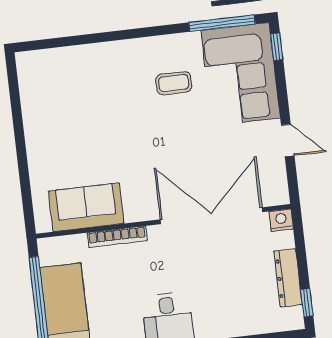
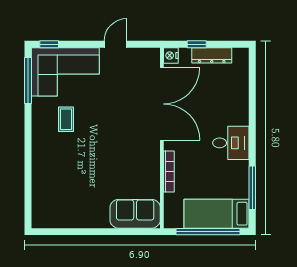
sofa: (86, 207) -> (135, 214), moved, turned 90
double door: (211, 216) -> (162, 104), swing flipped
window: (307, 303) -> (197, 44), moved

